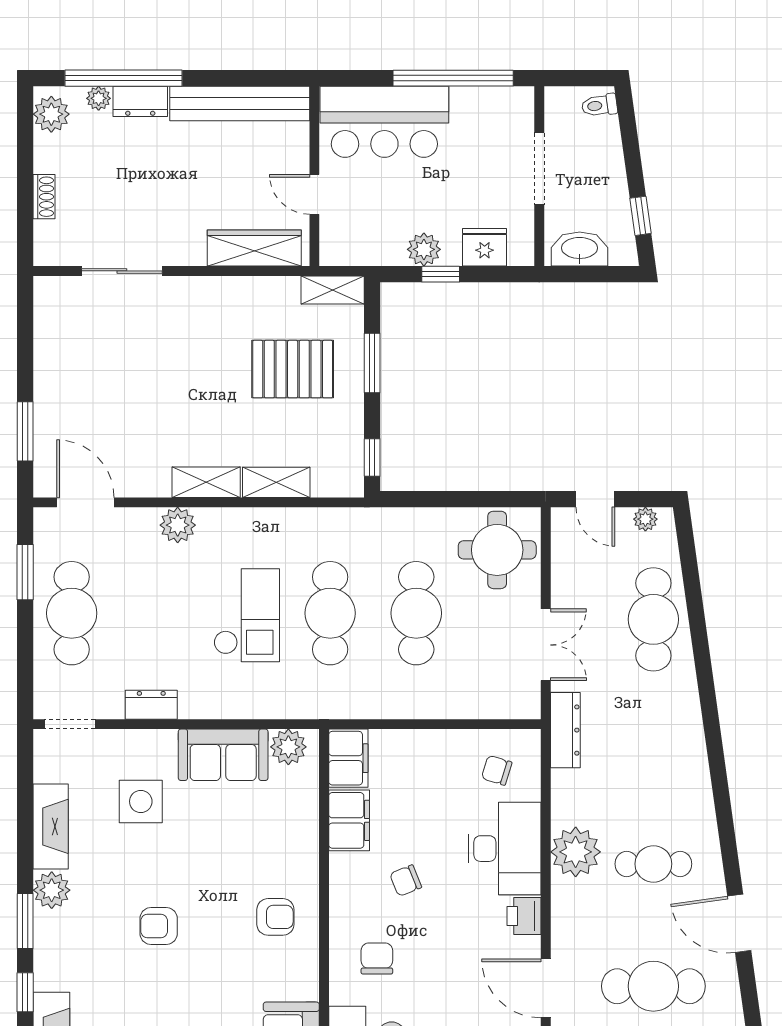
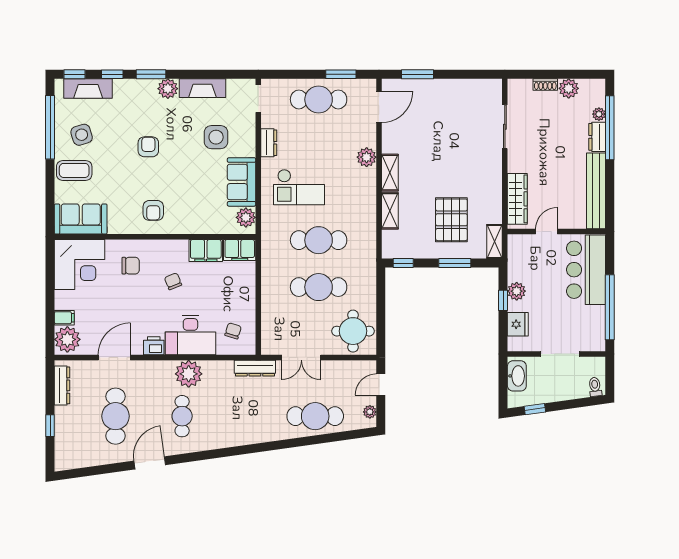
plant: (51, 114) -> (569, 88), moved
checkout: (247, 615) -> (299, 187), moved

